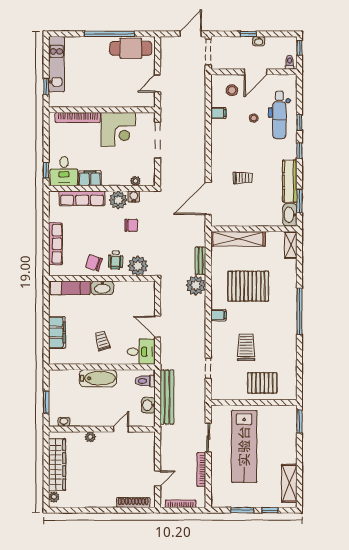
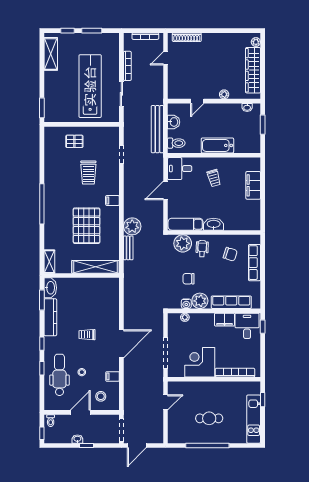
cafe table: (131, 48) -> (209, 418), moved, width x0.73, depth x0.74
trolley: (243, 178) -> (87, 335), moved
door: (208, 198) -> (121, 344), moved
chair: (94, 263) -> (230, 254), moved
pallet: (248, 286) -> (87, 226), turned 90
exam couch: (70, 288) -> (186, 224), moved
door: (158, 327) -> (166, 190), swing flipped
pallet: (262, 383) -> (74, 141), width x0.67, depth x0.71

